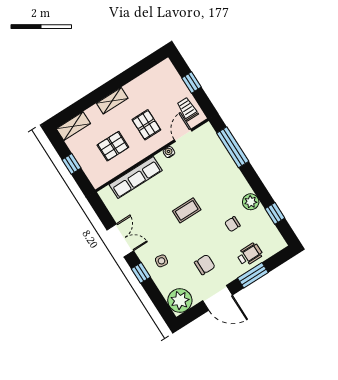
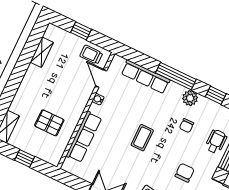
shelving: (112, 101) -> (42, 52), moved
pallet: (146, 125) -> (66, 88), removed
pallet: (113, 146) -> (49, 123), turned 90
window: (233, 147) -> (176, 76), moved
row of seats: (223, 158) -> (145, 77), added

